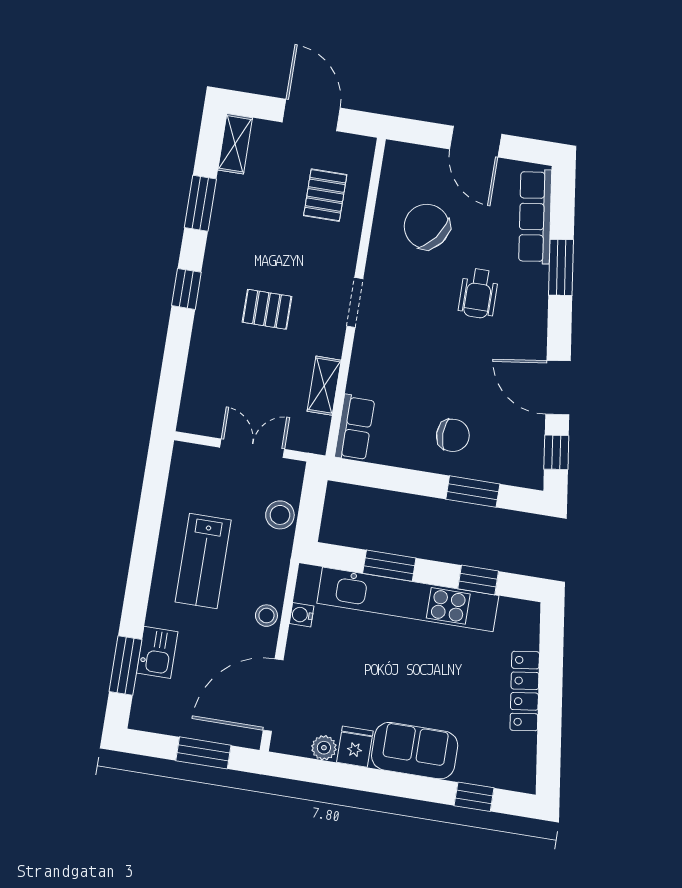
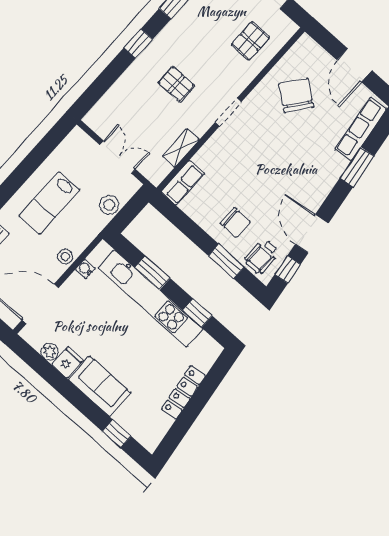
wheelchair: (478, 293) -> (262, 257), moved

